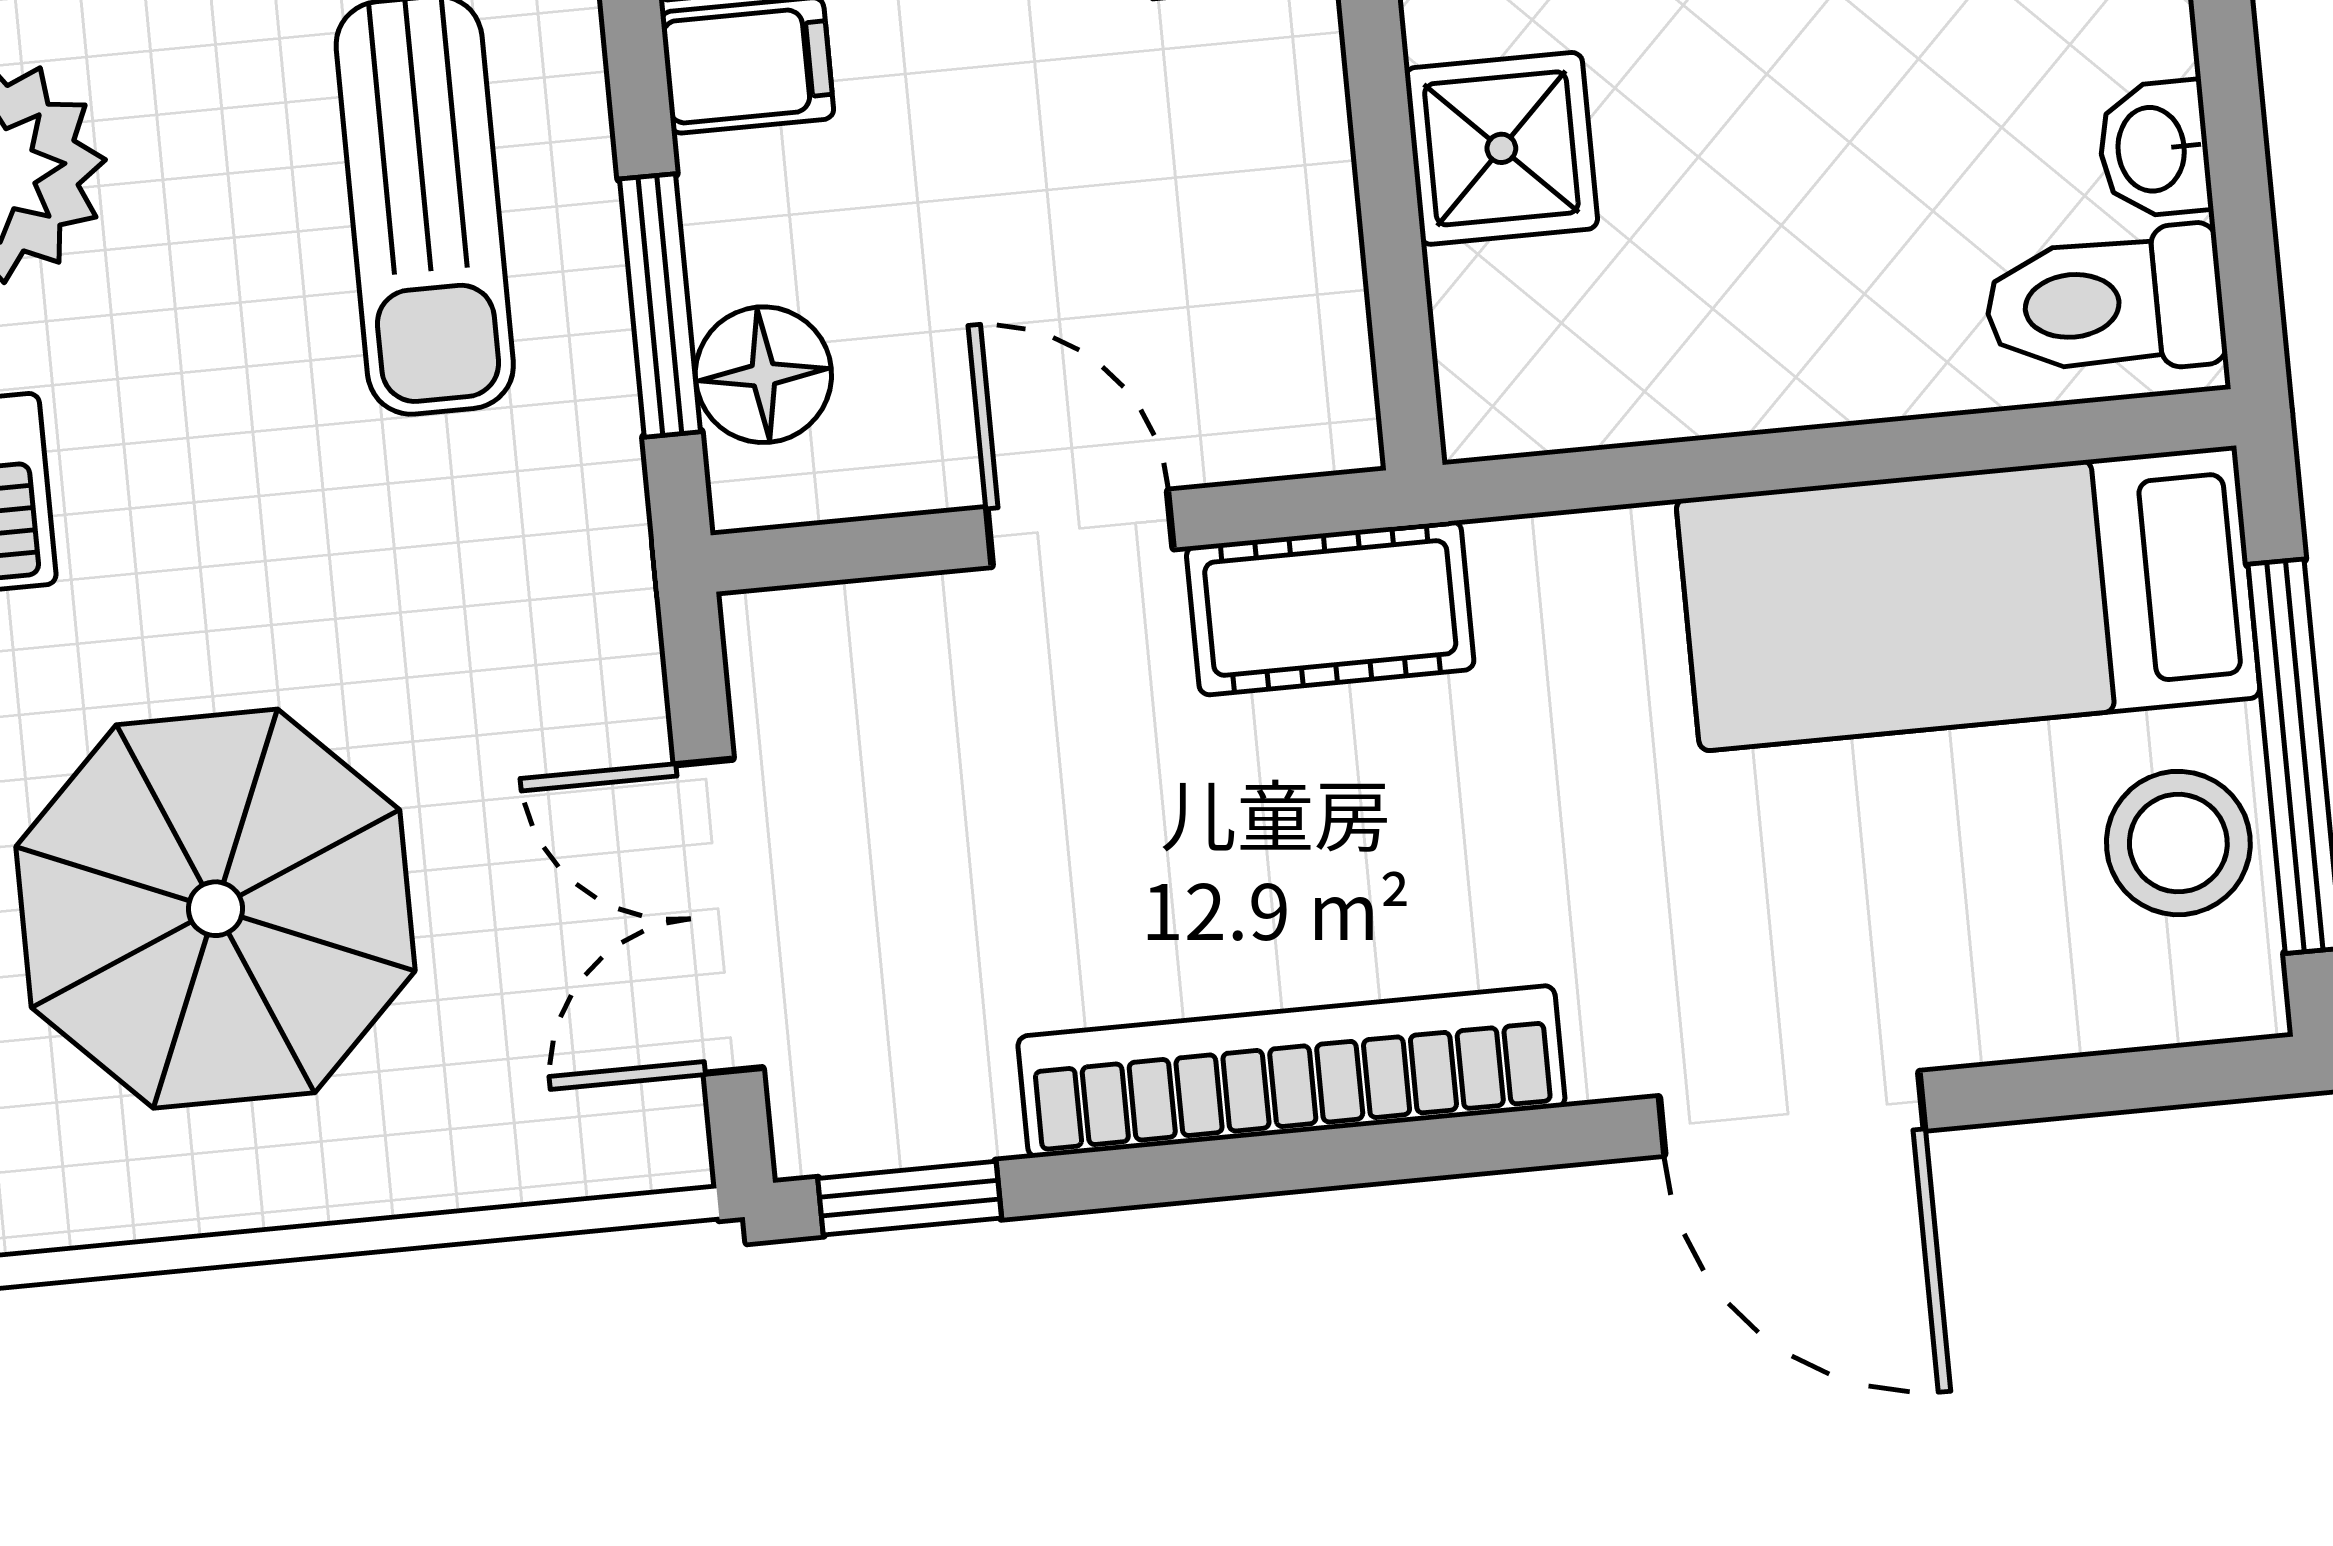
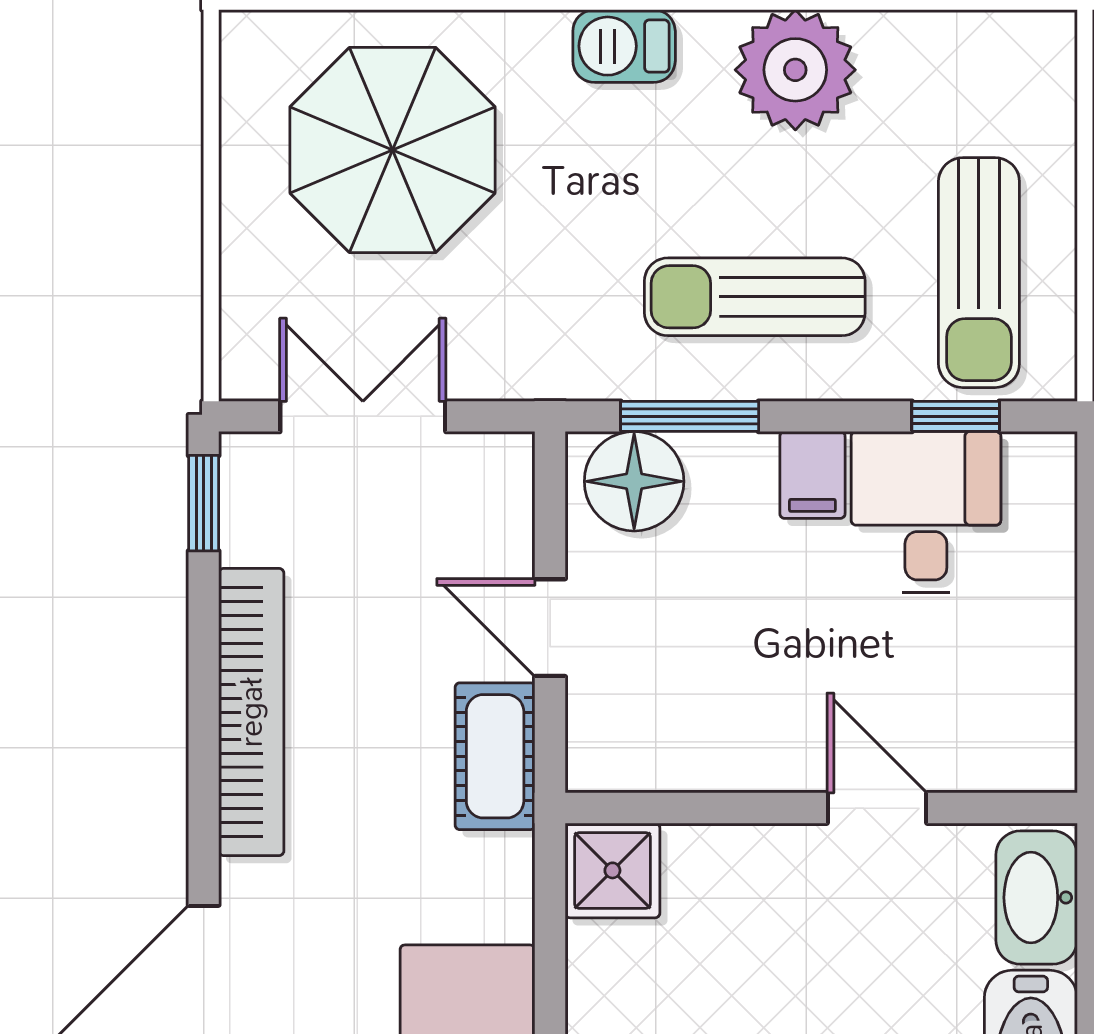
shower: (1501, 148) -> (612, 870), moved
floor lamp: (763, 375) -> (634, 481), width x1.38, depth x1.38
door: (1080, 528) -> (550, 628), swing flipped

